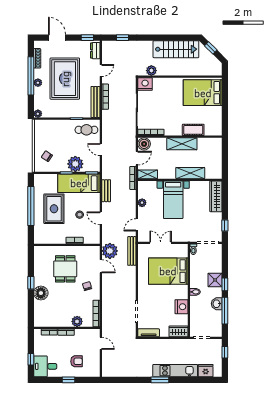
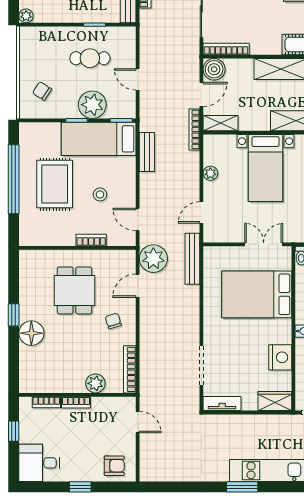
cafe table: (86, 130) -> (90, 58), moved
door: (101, 218) -> (138, 220), moved
double door: (161, 243) -> (264, 244), moved
door: (101, 266) -> (138, 286), swing flipped
window: (31, 359) -> (14, 431), moved
armchair: (77, 361) -> (114, 466), moved

